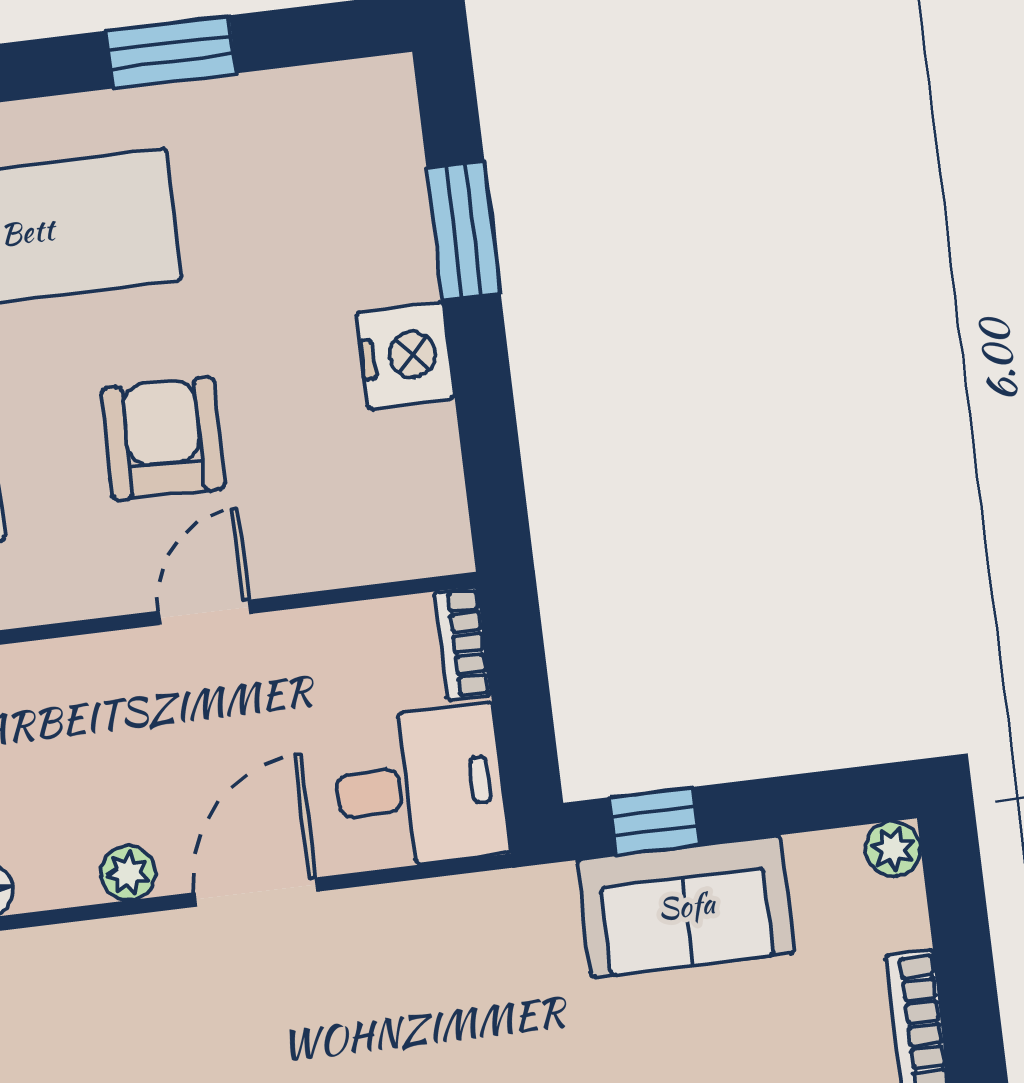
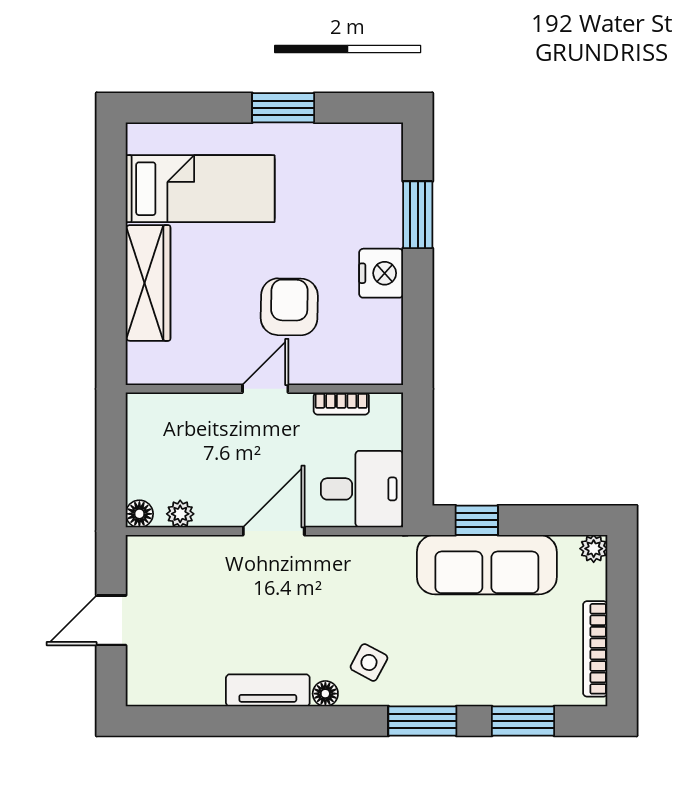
armchair: (163, 439) -> (289, 307), moved
bookcase: (463, 644) -> (341, 404), moved, turned -90
plant: (128, 873) -> (180, 514), moved
sofa: (686, 906) -> (487, 565), width x1.36

